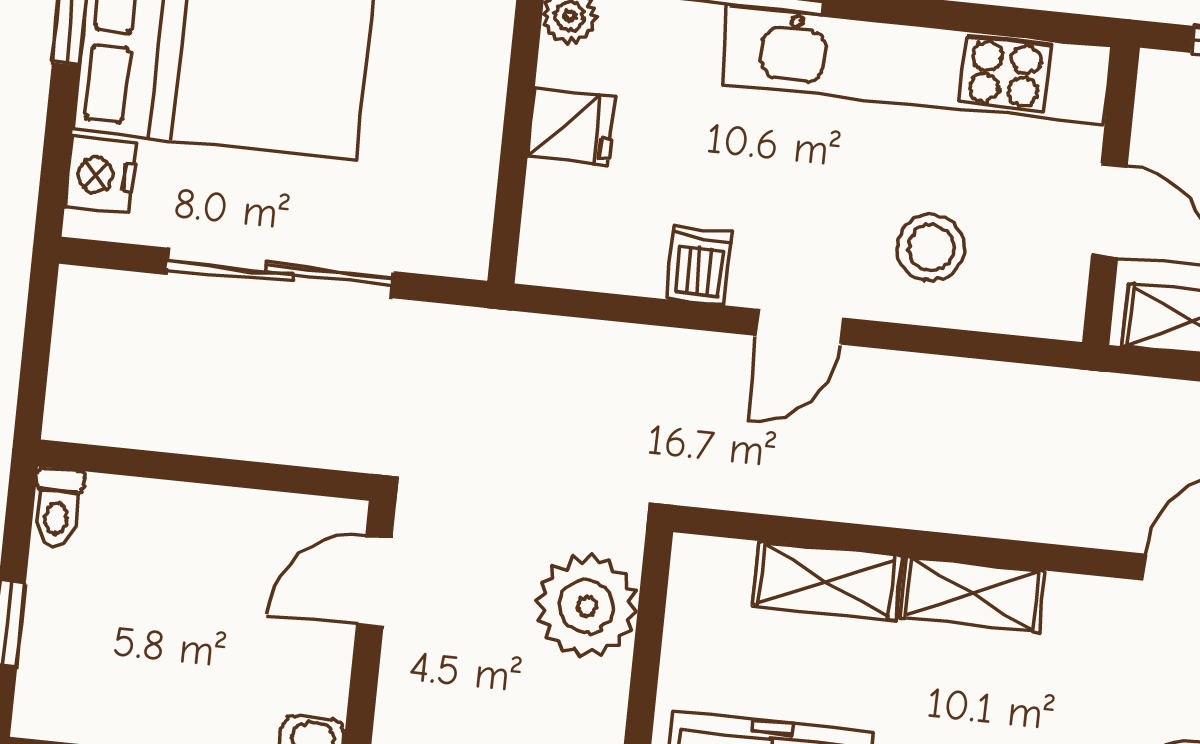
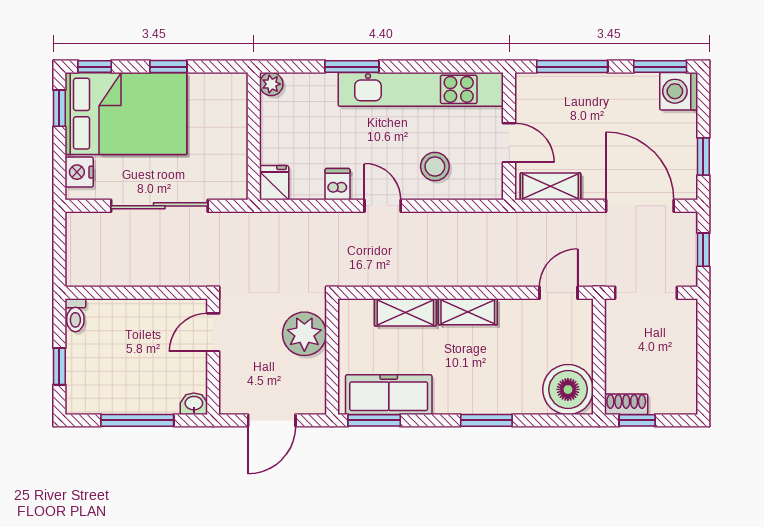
fridge: (571, 127) -> (274, 183), moved, turned -90
door: (800, 327) -> (383, 206), swing flipped

